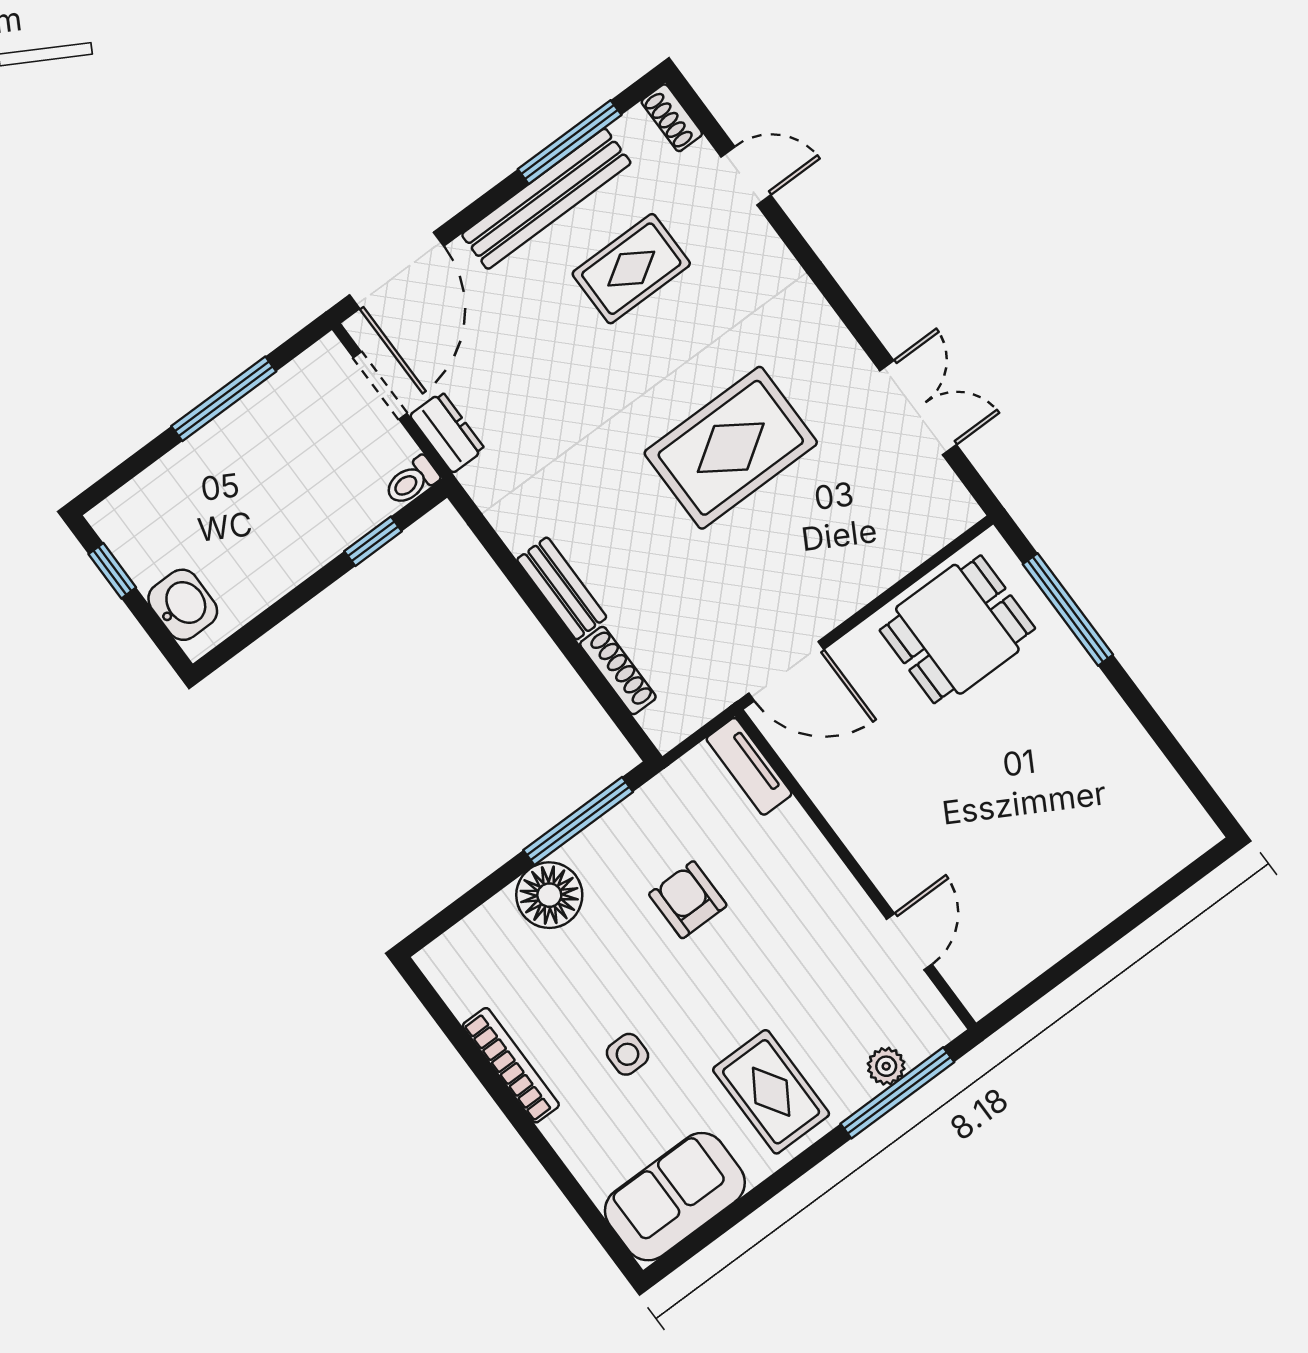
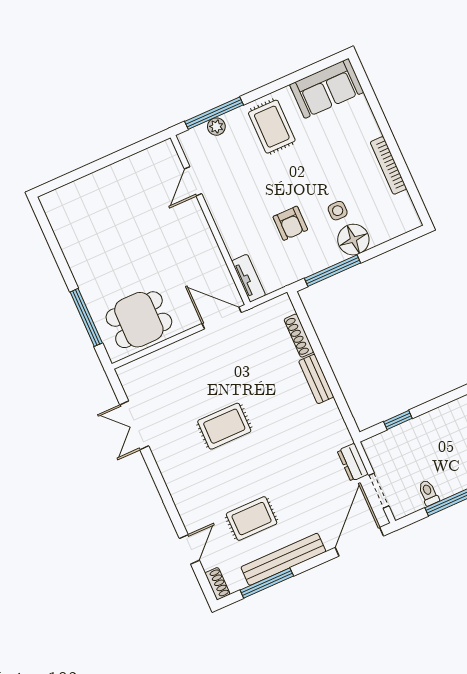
door: (746, 176) -> (189, 549), swing flipped
rug: (731, 448) -> (224, 426), width x0.73, depth x0.70
toilet: (412, 481) -> (428, 493), moved, turned -90
side table: (627, 1054) -> (338, 211), moved

